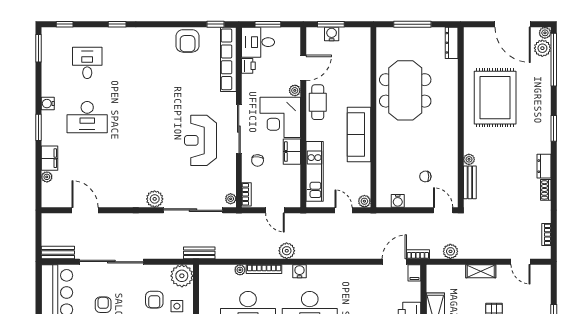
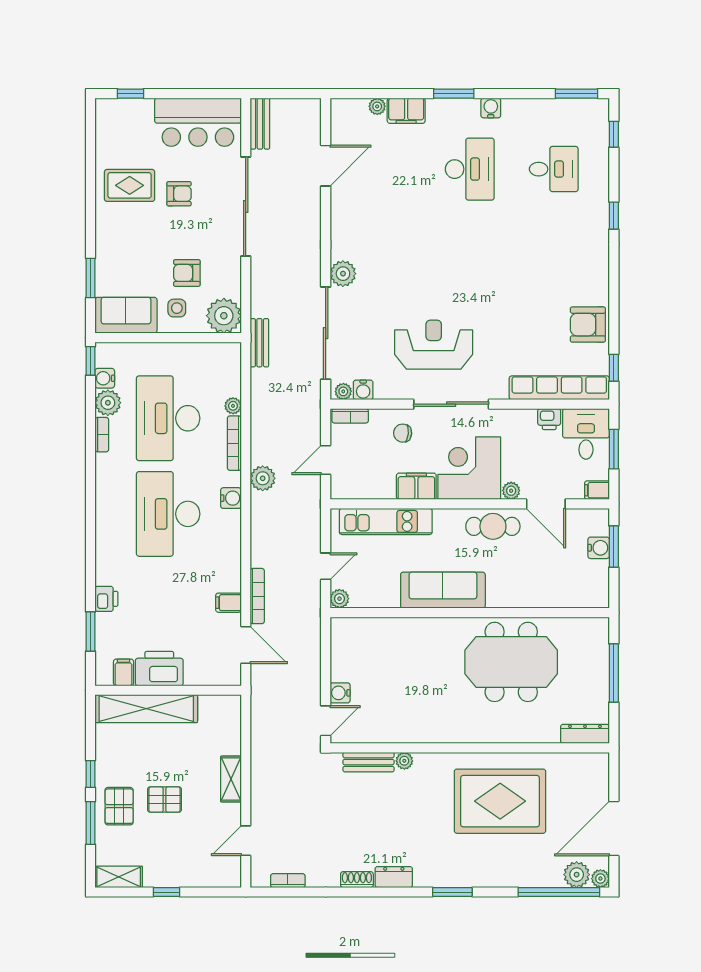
filing cabinet: (294, 35) -> (597, 490), added
desk: (87, 117) -> (470, 169), turned 180
chair: (425, 176) -> (378, 693), removed
water cooler: (230, 186) -> (363, 390), added
water cooler: (398, 201) -> (340, 693), moved
plant: (450, 251) -> (262, 732), removed
bookcase: (418, 254) -> (257, 596), moved, width x1.56
filing cabinet: (414, 273) -> (228, 603), moved

